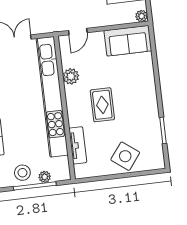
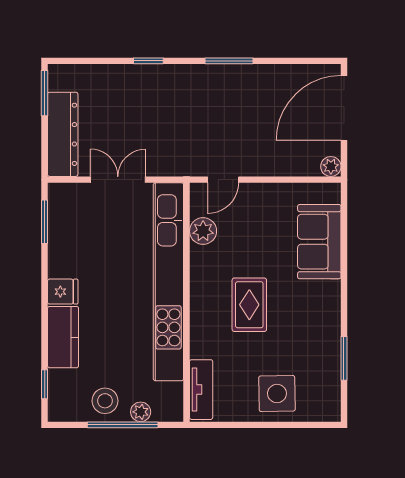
sofa: (128, 41) -> (319, 242), moved, turned 90
plant: (71, 76) -> (203, 231), moved
tv unit: (78, 145) -> (201, 390), moved
side table: (125, 156) -> (277, 393), turned -38

